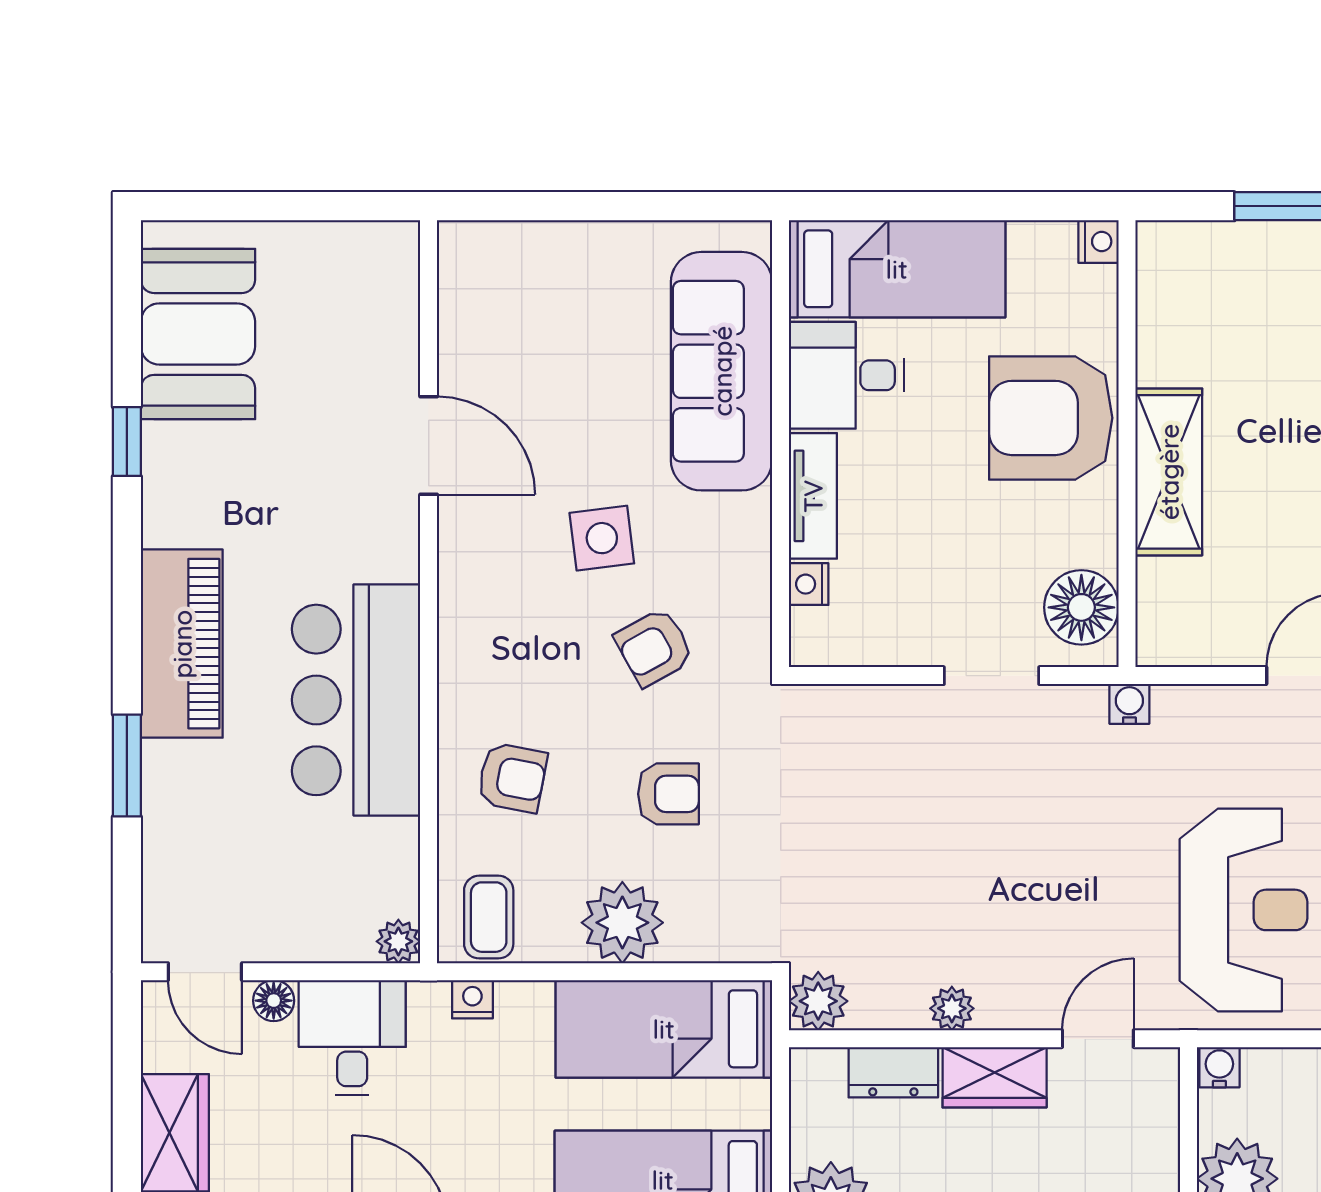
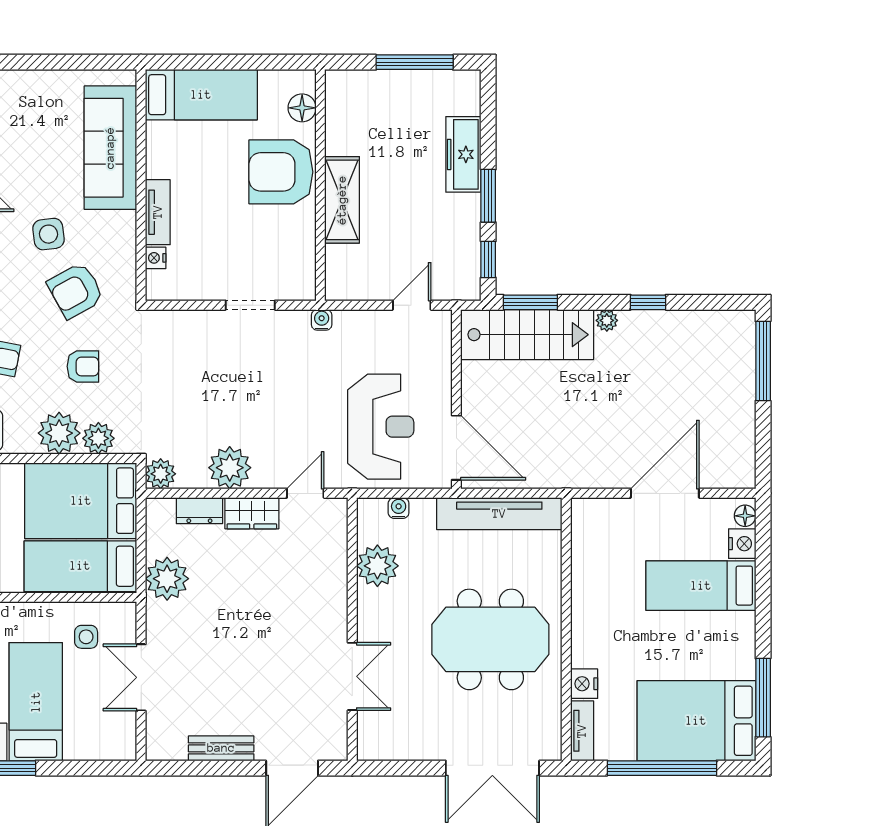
nightstand: (1098, 241) -> (306, 80), removed
desk: (846, 375) -> (175, 150), removed
floor lamp: (1081, 607) -> (302, 108), moved, width x0.73, depth x0.73
armchair: (654, 647) -> (76, 291), width x1.38, depth x1.38
plant: (698, 933) -> (98, 438), added
plant: (952, 1008) -> (230, 468), width x1.88, depth x1.88
bed: (664, 1029) -> (81, 501), width x1.50
water cooler: (1219, 1067) -> (399, 508), moved

